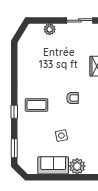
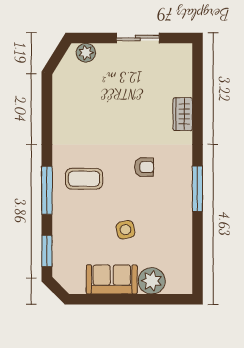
sliding door: (80, 20) -> (138, 38), moved
plant: (50, 29) -> (86, 53), moved
window: (14, 112) -> (47, 190), width x2.17

